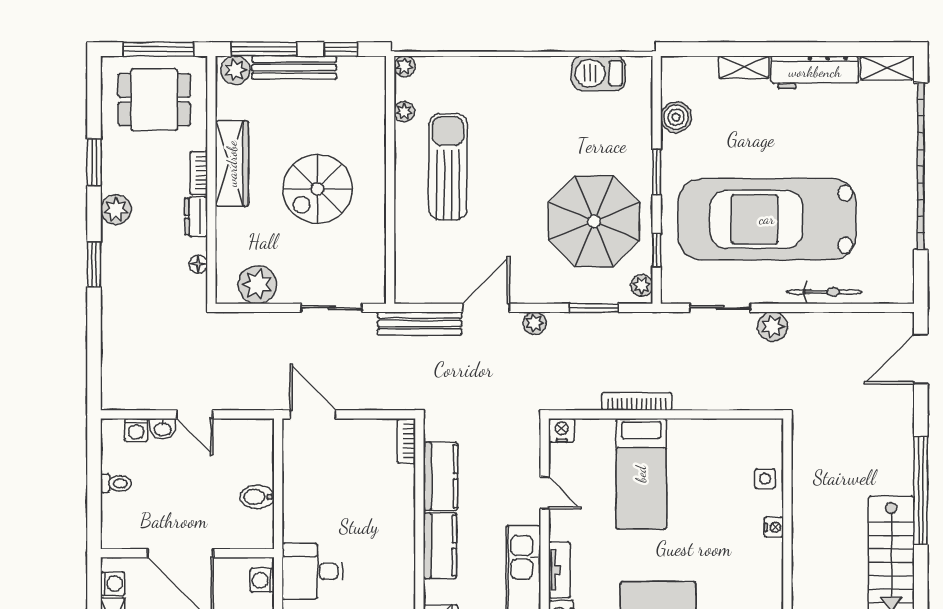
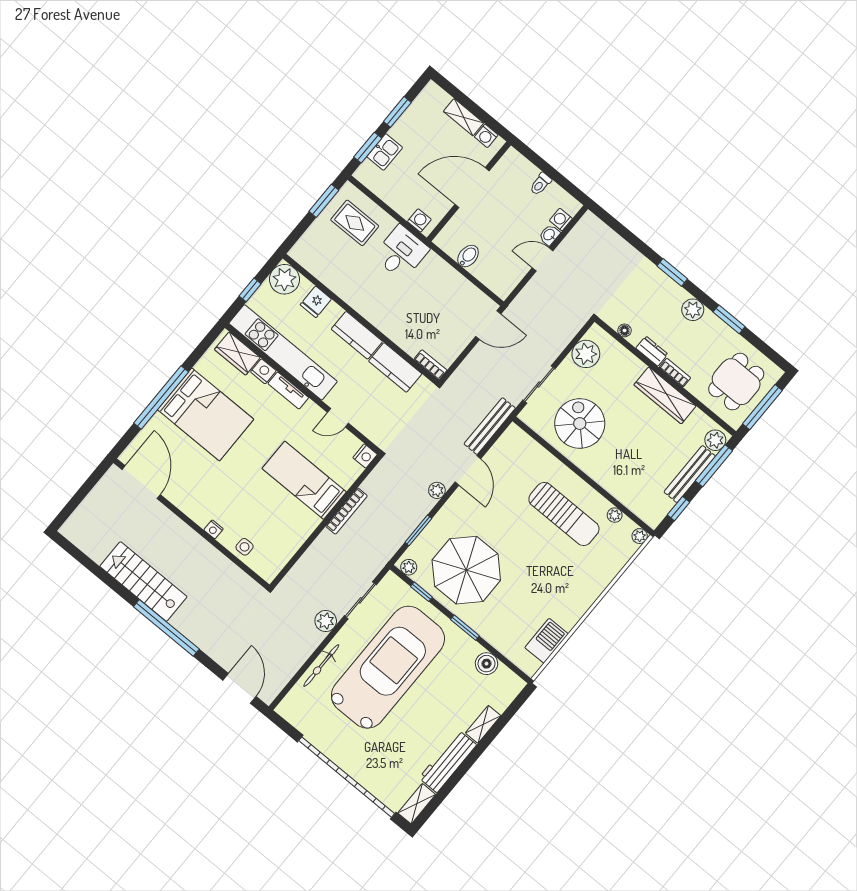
spiral stairs: (317, 189) -> (580, 424), moved

